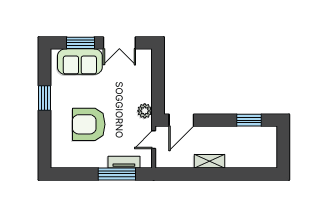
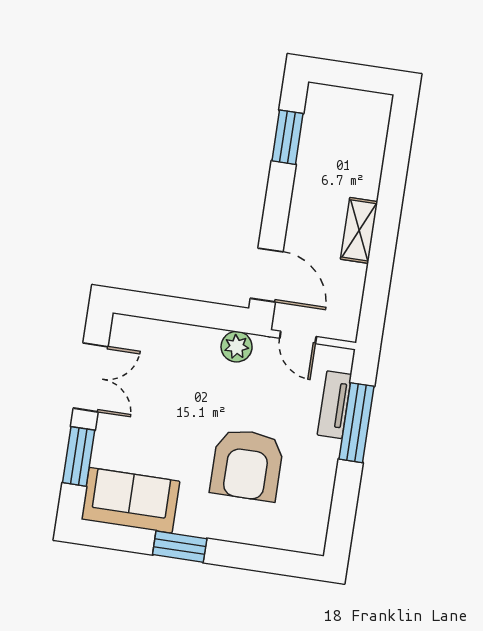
sofa: (80, 62) -> (130, 500), moved, turned -90

